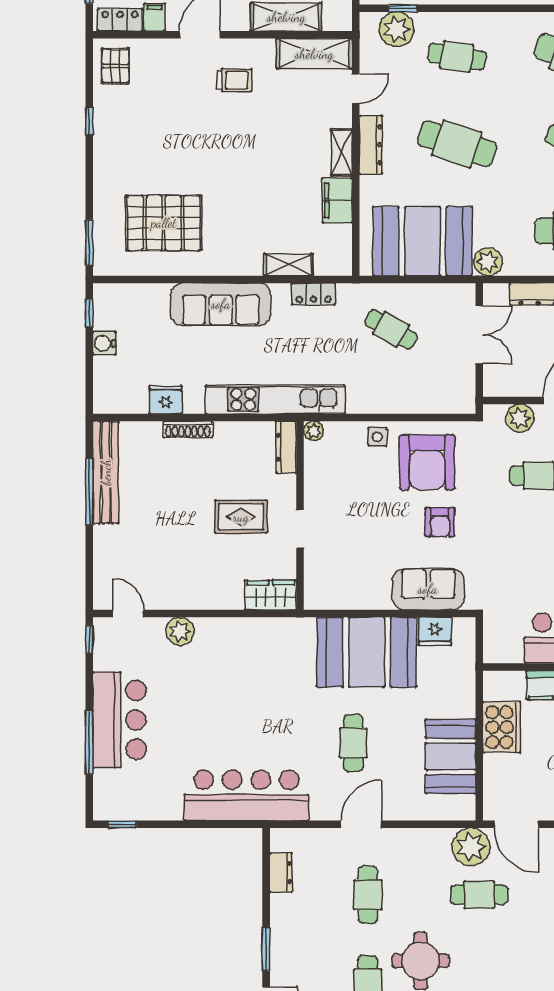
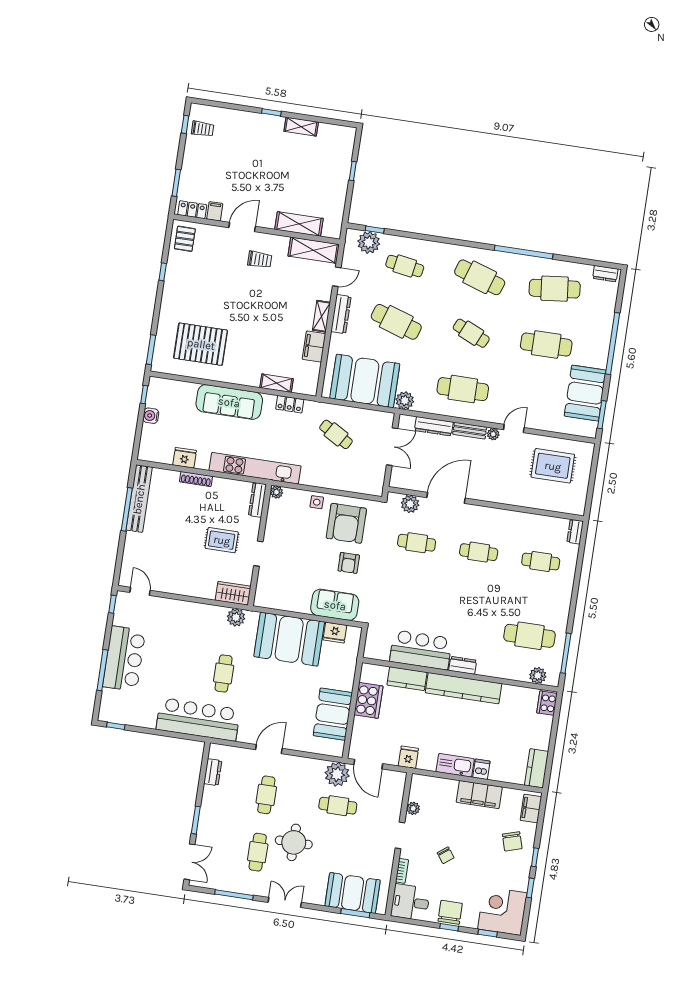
plant: (180, 631) -> (236, 617), moved
cafe table: (353, 743) -> (224, 673), moved

